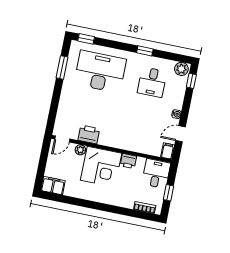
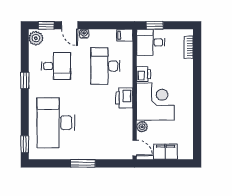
window: (62, 67) -> (83, 163), moved
desk: (143, 127) -> (105, 66), added
printer: (89, 134) -> (124, 98), moved
door: (181, 134) -> (70, 25), moved
filing cabinet: (53, 186) -> (165, 152), moved, turned 90
window: (169, 193) -> (155, 25), moved

